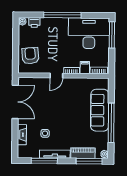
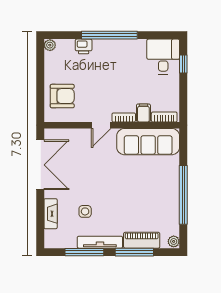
printer: (34, 22) -> (84, 46), moved
desk: (89, 33) -> (163, 57), width x0.53, depth x0.77
window: (112, 35) -> (183, 64), width x0.46
armchair: (30, 56) -> (62, 96), turned 95
sofa: (100, 110) -> (148, 142), moved, turned -90
window: (89, 161) -> (134, 252), moved

